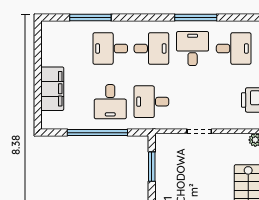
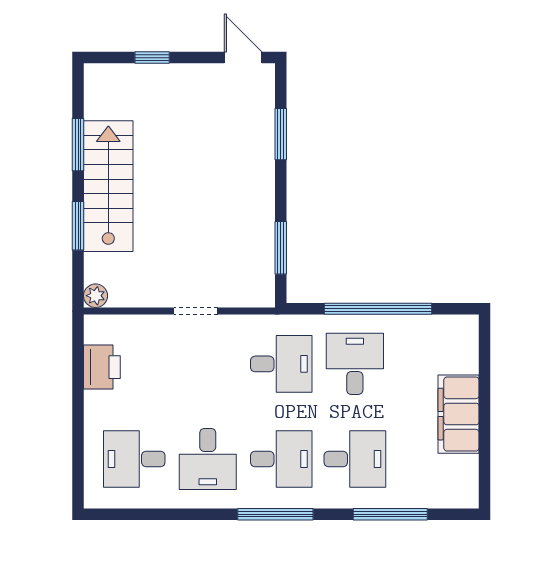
window: (196, 18) -> (275, 514), moved
desk: (151, 48) -> (281, 459), turned 180
filing cabinet: (52, 89) -> (459, 414), moved

